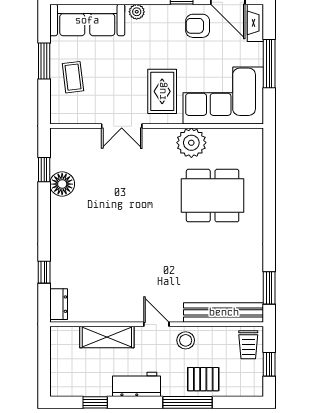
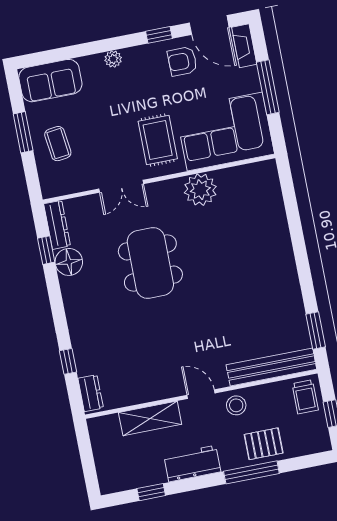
sofa: (87, 20) -> (50, 81), width x0.73
dresser: (58, 149) -> (57, 225), added
dining table: (213, 196) -> (150, 263), moved, turned 90

